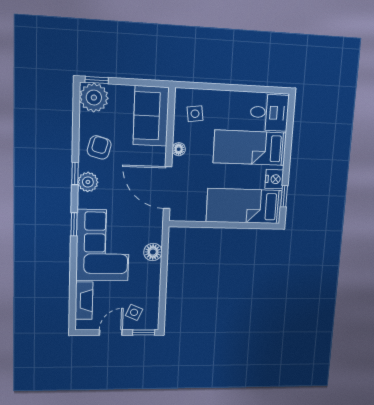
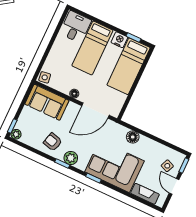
plant: (94, 98) -> (16, 134), width x0.53, depth x0.53
side table: (195, 114) -> (45, 77), moved

